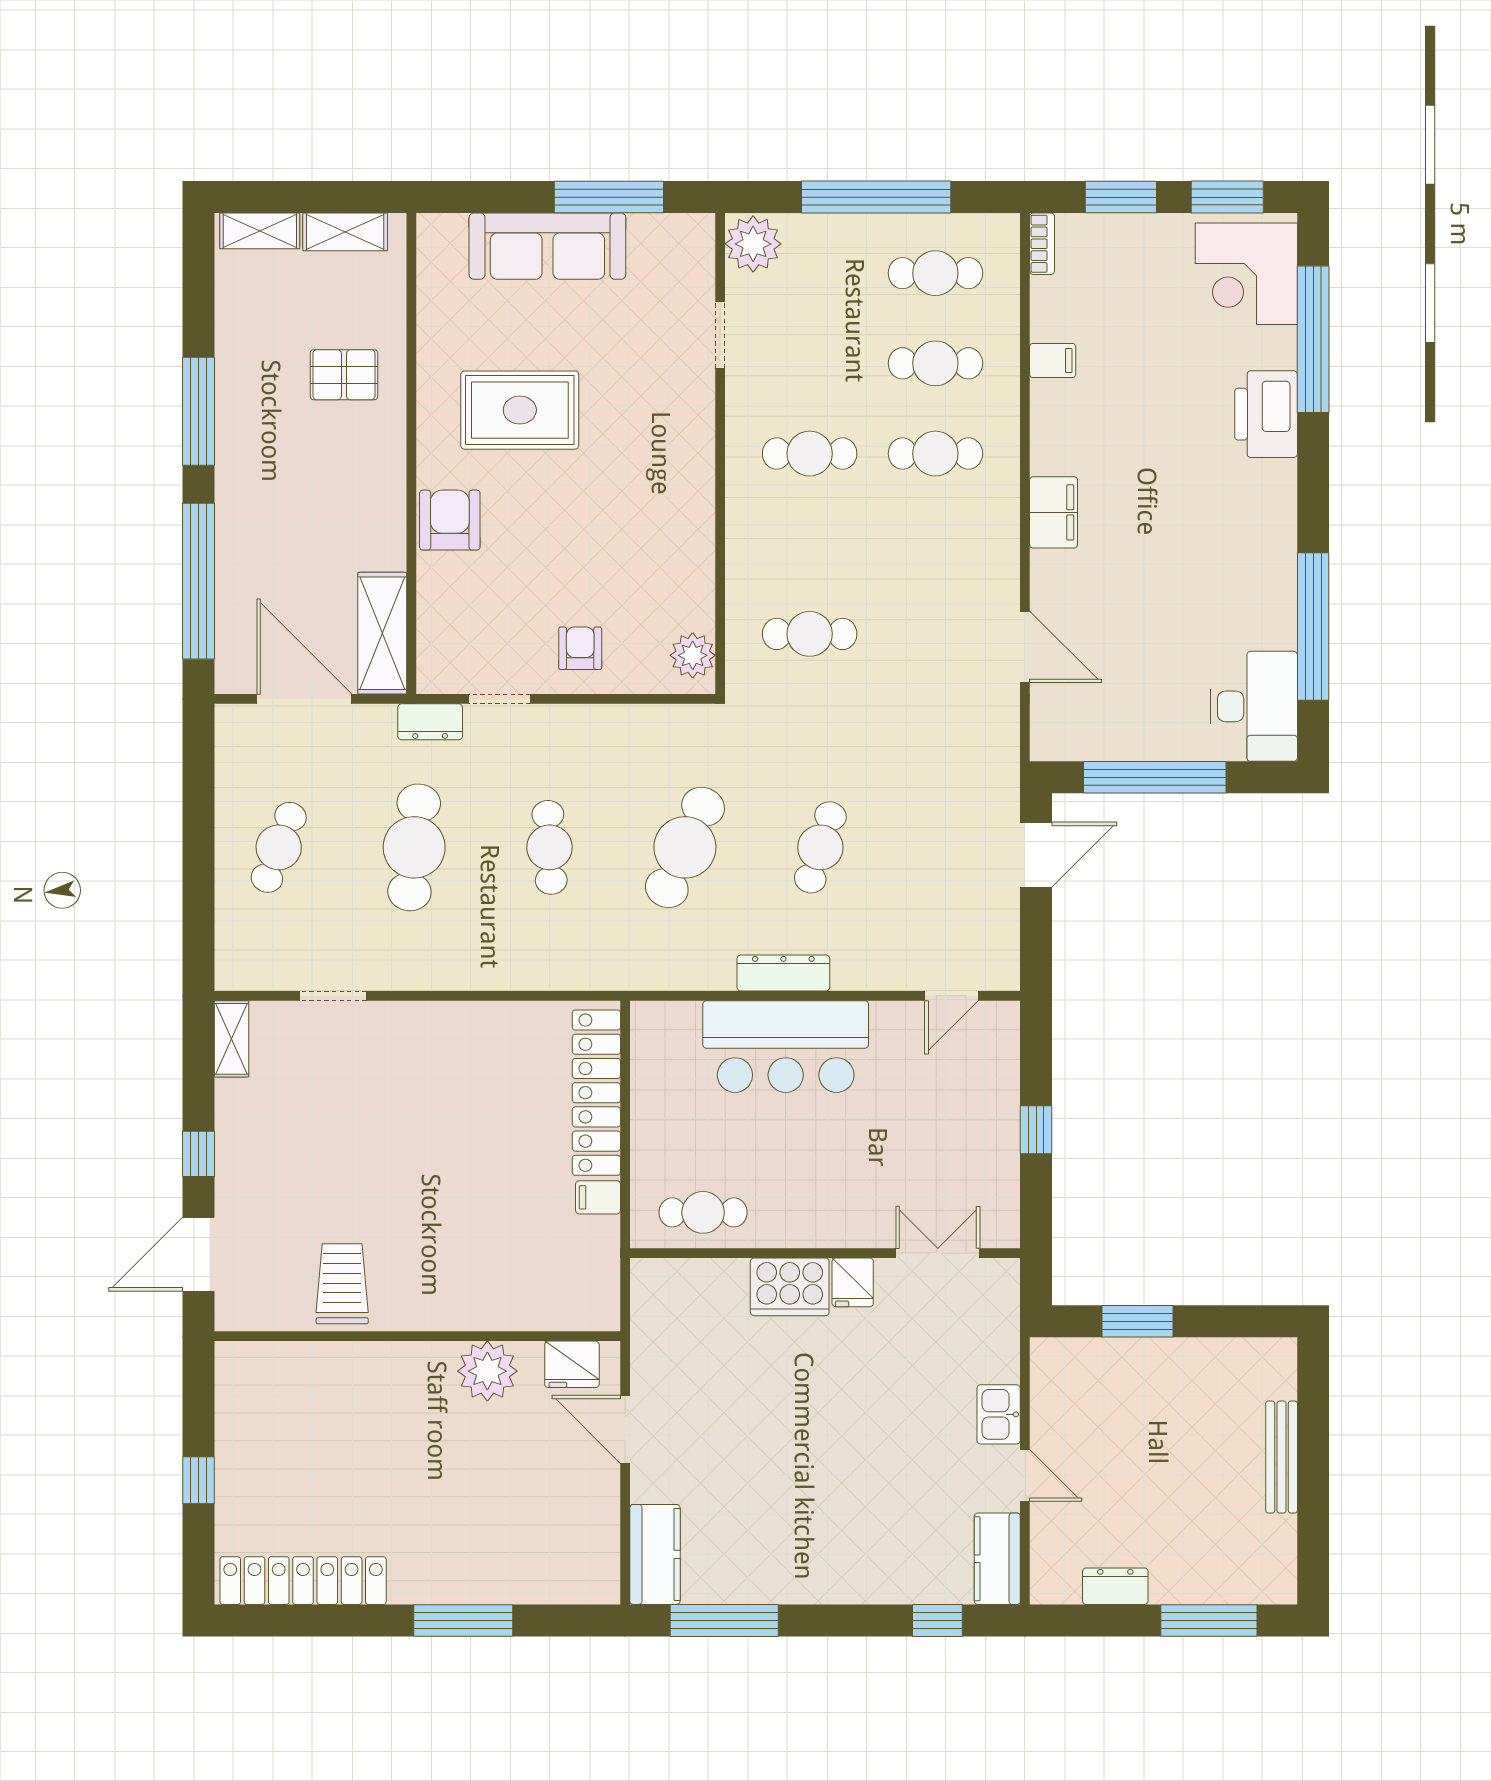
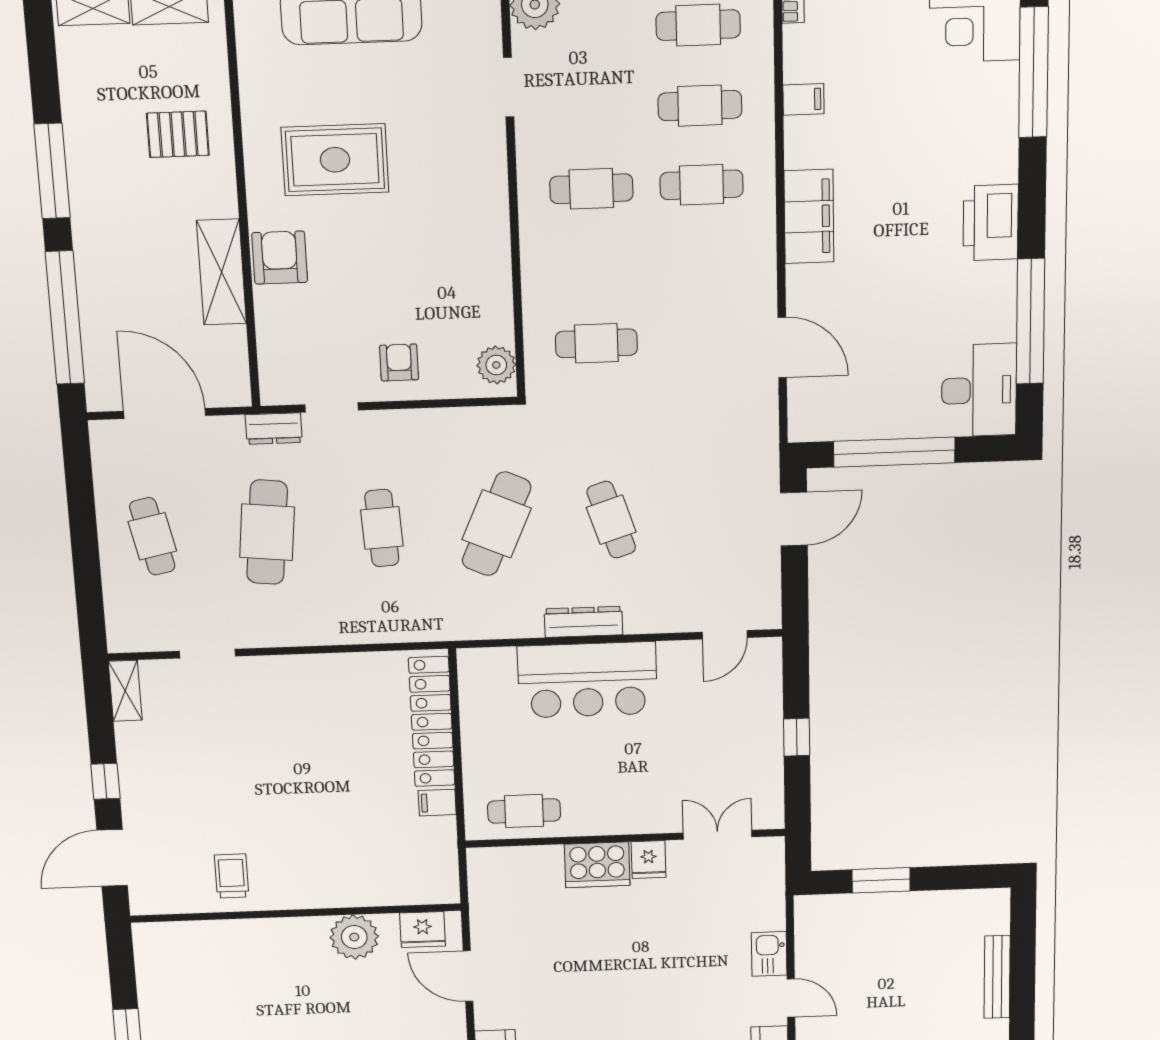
printer: (1266, 414) -> (991, 223), moved
filing cabinet: (1054, 512) -> (809, 216), width x1.50, depth x1.17
shelving: (382, 633) -> (222, 272), moved
cafe table: (279, 847) -> (152, 536), turned -33
cafe table: (820, 847) -> (611, 520), turned -36
trolley: (342, 1284) -> (232, 876), width x0.73, depth x0.72

